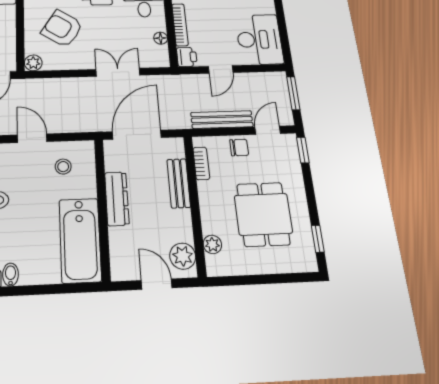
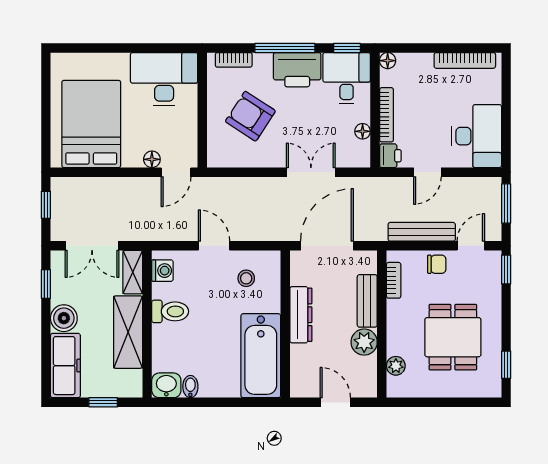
plant: (33, 63) -> (217, 158), removed
plant: (183, 256) -> (364, 342), moved

